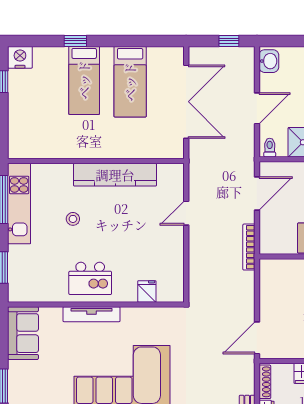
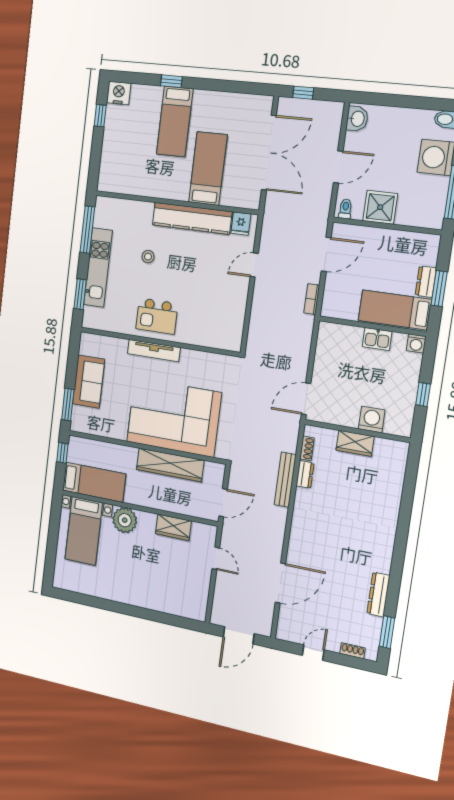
window: (229, 41) -> (303, 93), moved
bed: (130, 82) -> (208, 169), moved, turned 180
kitchen unit: (19, 204) -> (98, 268), moved
bookcase: (249, 247) -> (312, 299), width x0.64
fridge: (147, 291) -> (241, 224), moved, turned 180
sofa: (23, 333) -> (89, 382), moved
shoe rack: (265, 382) -> (307, 448), width x0.70

